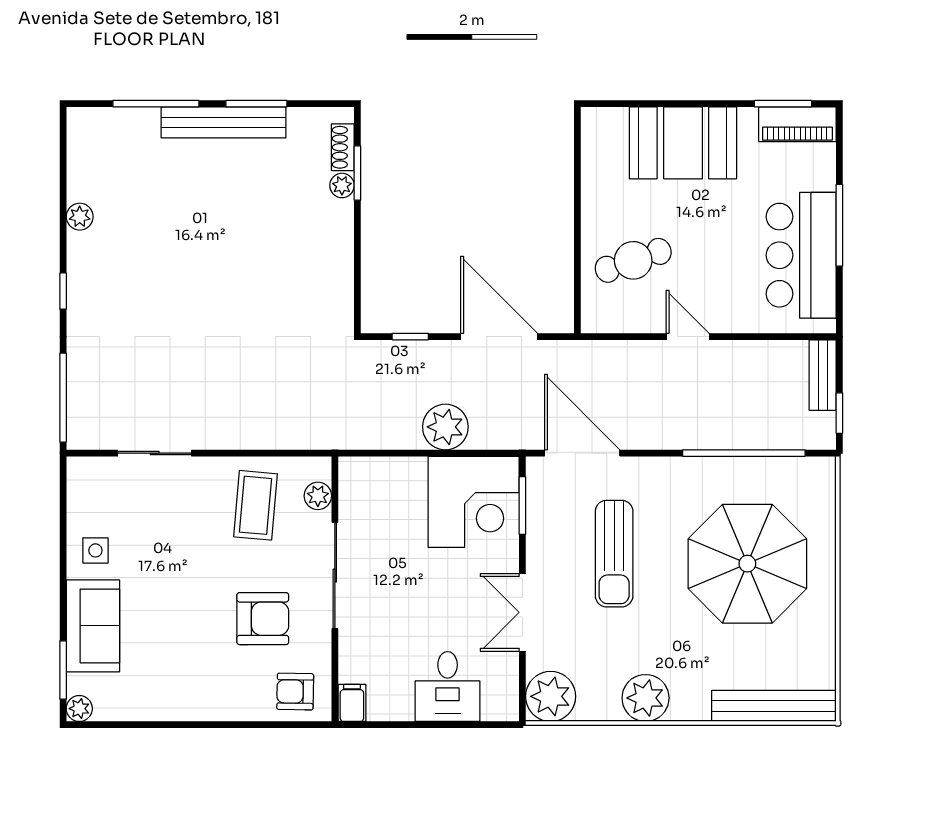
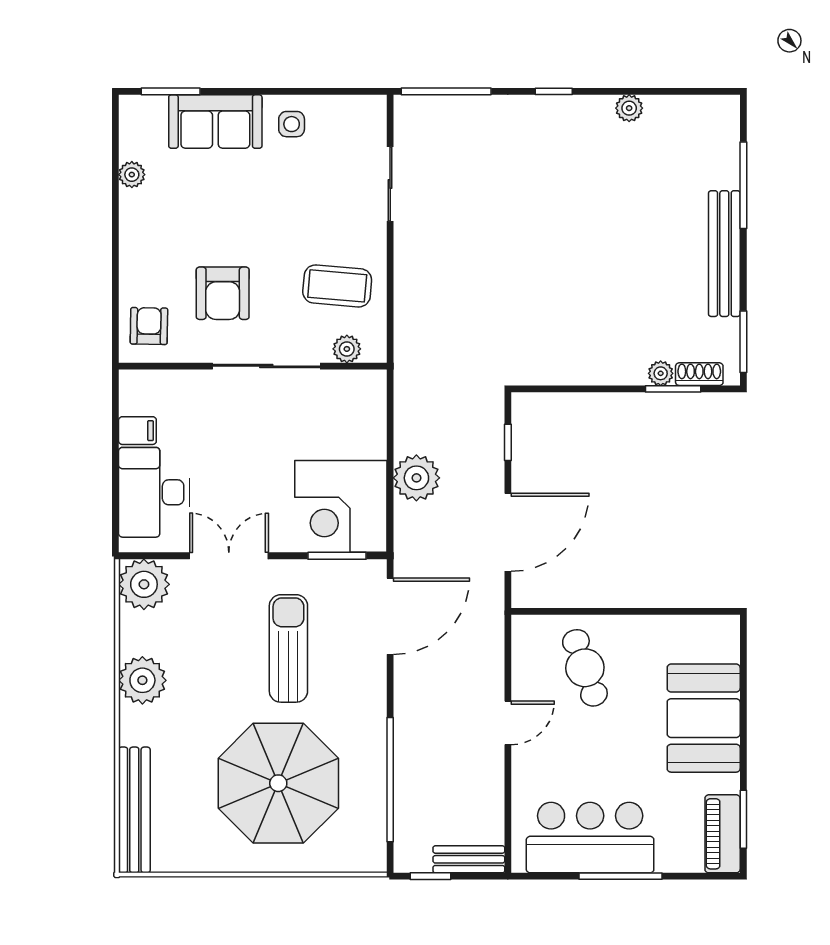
window: (256, 104) -> (743, 342), moved
sun lounger: (614, 554) -> (288, 648), turned 90
desk: (448, 687) -> (154, 492), width x1.37
filing cabinet: (352, 703) -> (137, 431), moved
plant: (79, 709) -> (132, 175), moved

